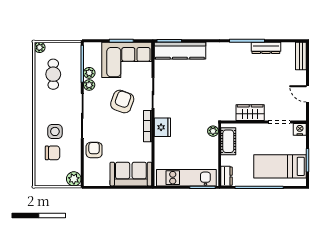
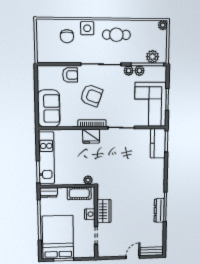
dresser: (266, 48) -> (159, 210), moved
kitchen counter: (180, 51) -> (158, 143), width x0.67
cafe table: (53, 74) -> (116, 35), moved
door: (308, 94) -> (133, 257), moved
armchair: (122, 102) -> (91, 95), moved
nightstand: (300, 129) -> (90, 214), moved
side table: (55, 131) -> (87, 28), moved
bed: (280, 166) -> (58, 237), width x1.50
plant: (74, 179) -> (152, 57), moved

